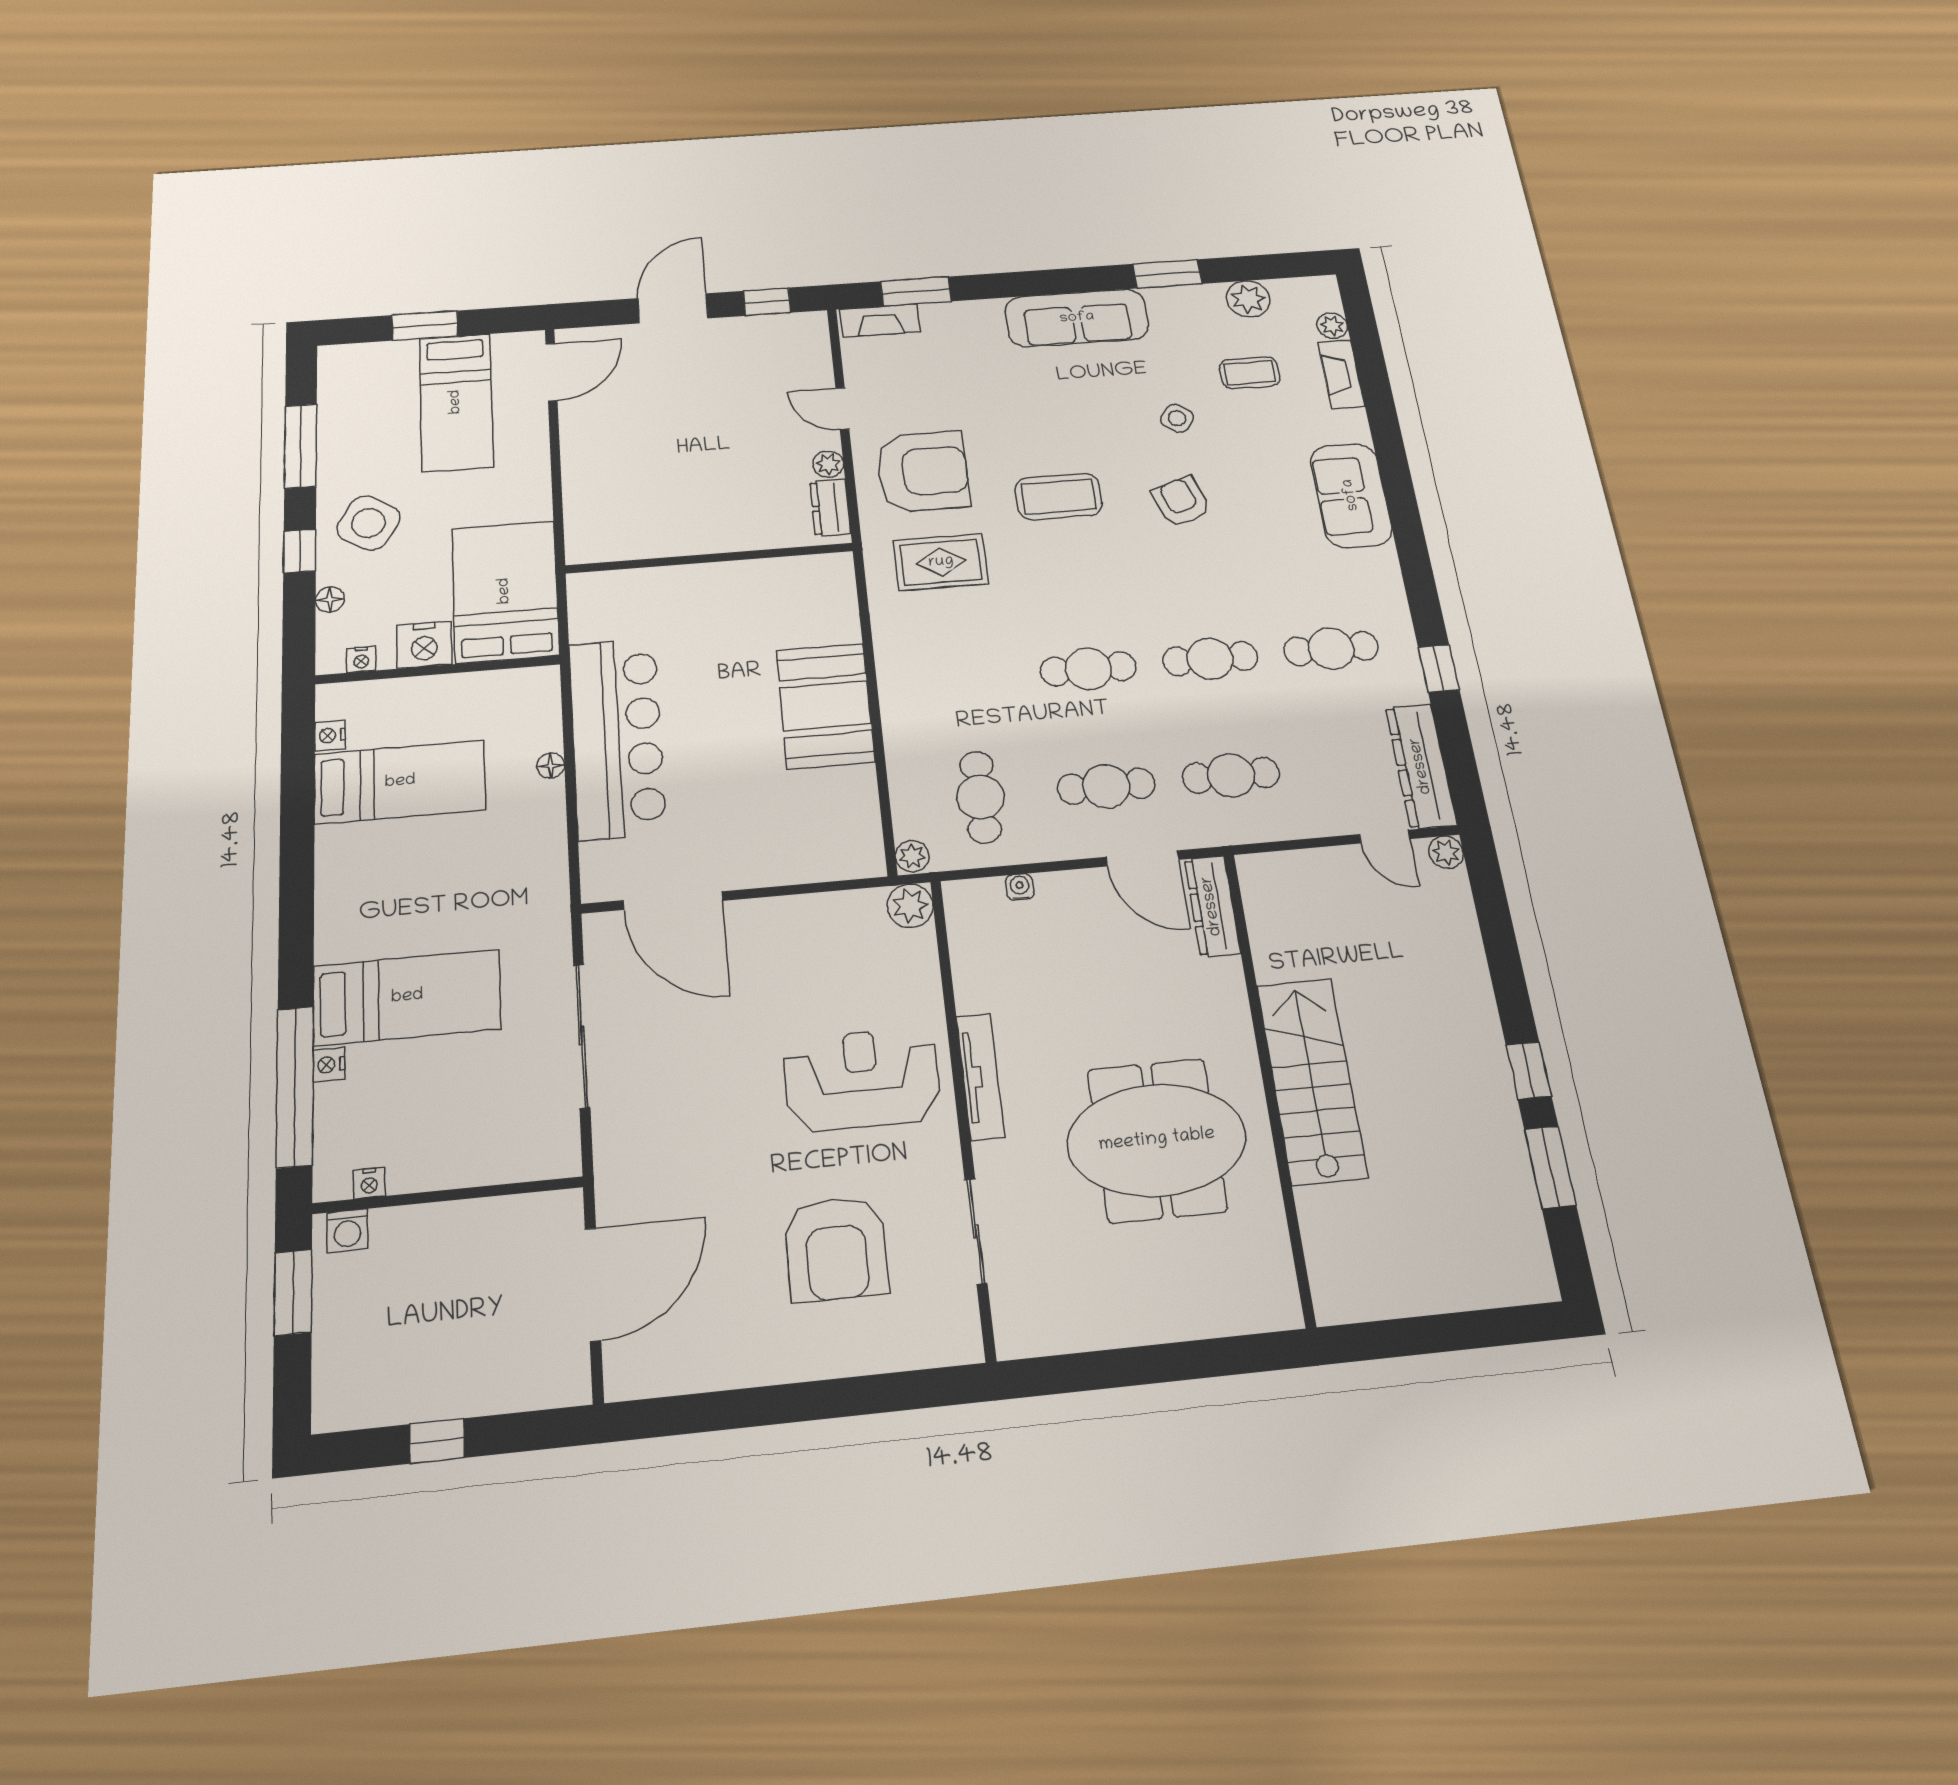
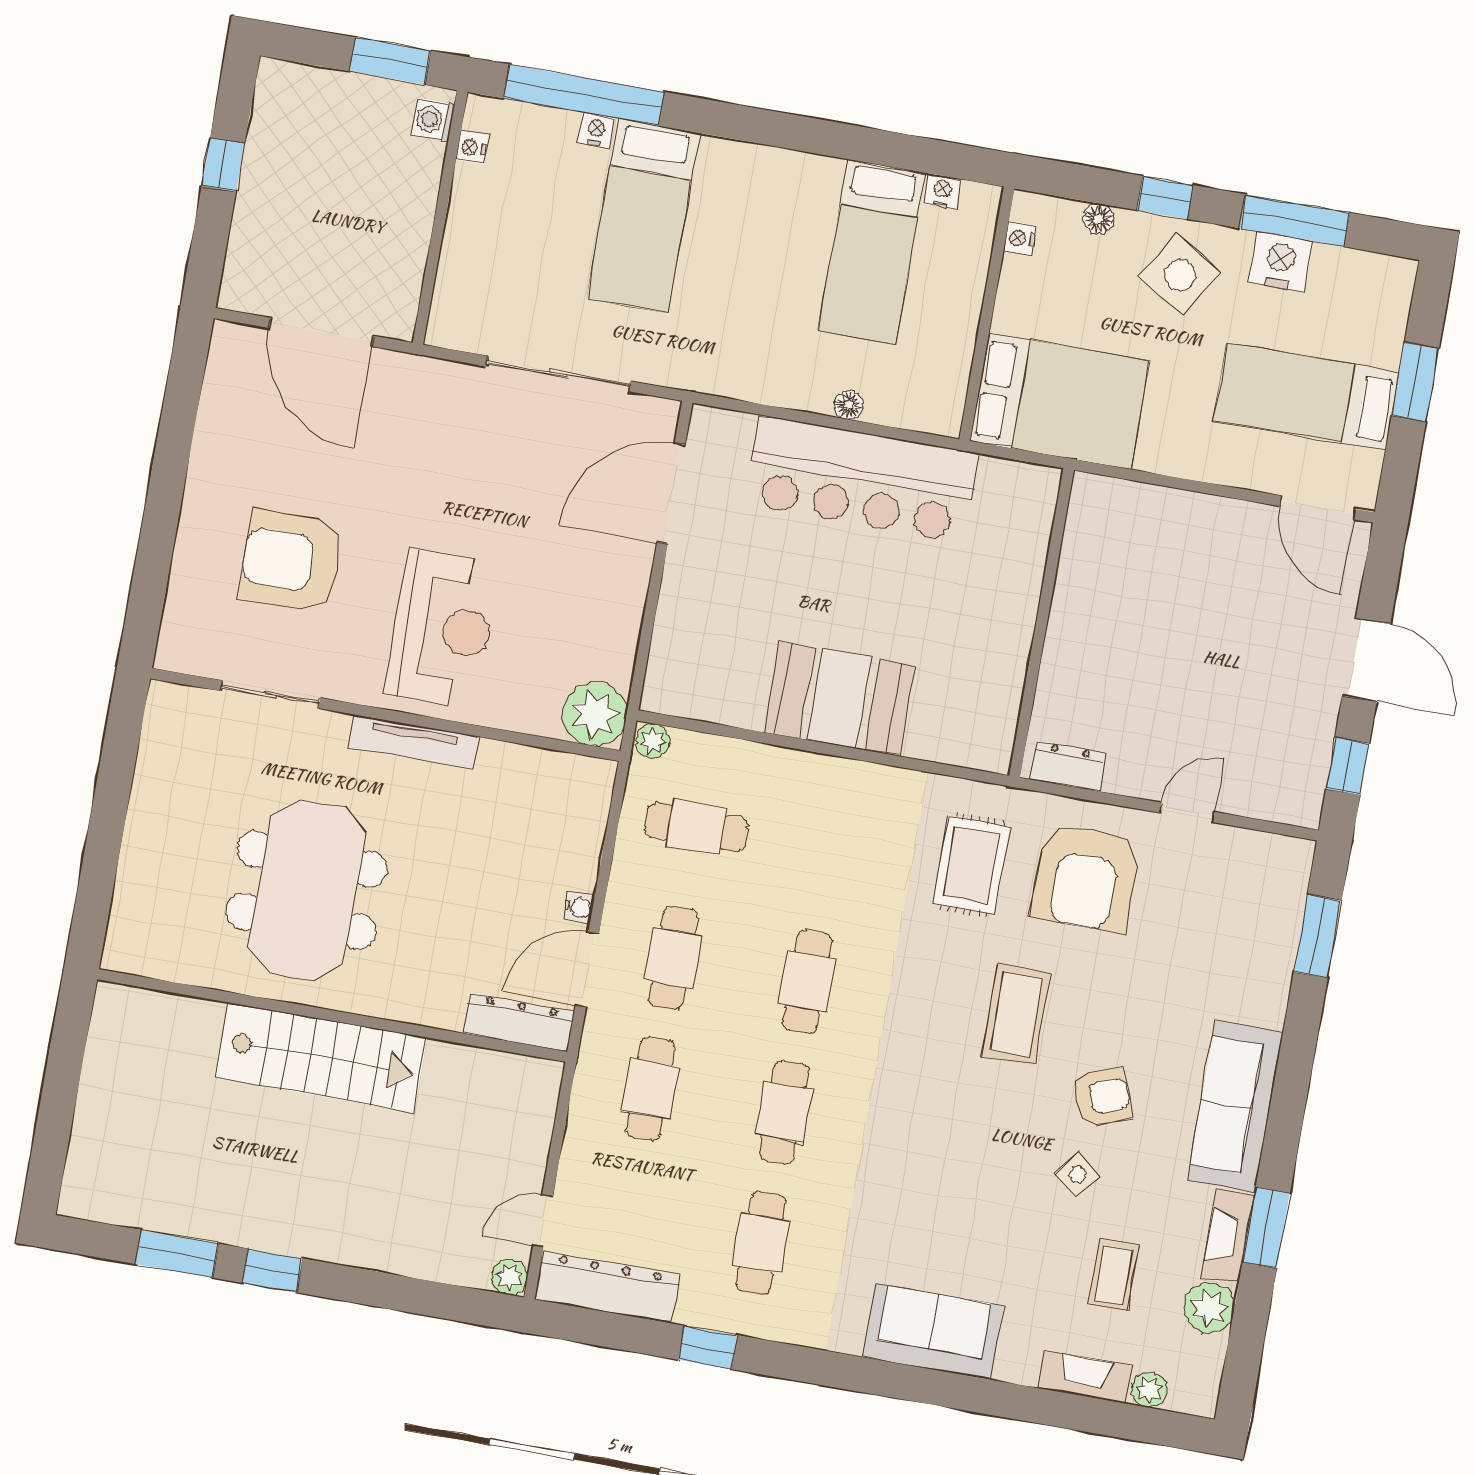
fireplace: (880, 320) -> (1228, 1236), moved
plant: (828, 464) -> (1122, 778), removed
armchair: (1181, 501) -> (1102, 1097), moved
nightstand: (424, 645) -> (1281, 262), moved, turned 90
water cooler: (1020, 887) -> (579, 907), moved
plant: (910, 906) -> (595, 714), width x1.36, depth x1.36

